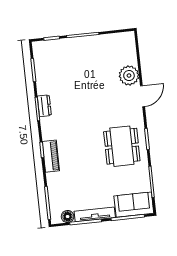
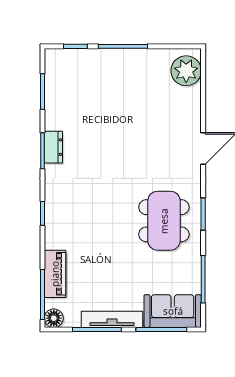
plant: (129, 76) -> (186, 71), moved
piano: (51, 156) -> (55, 274), moved
floor lamp: (68, 216) -> (54, 318), moved

